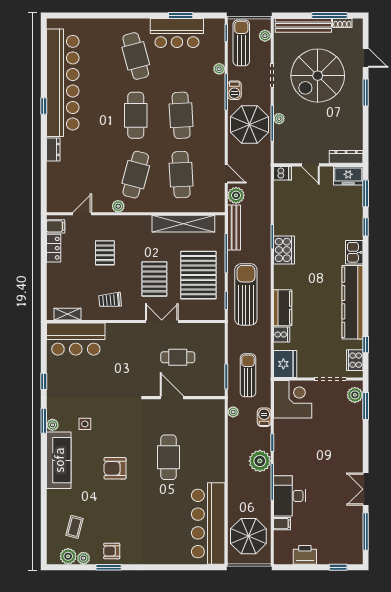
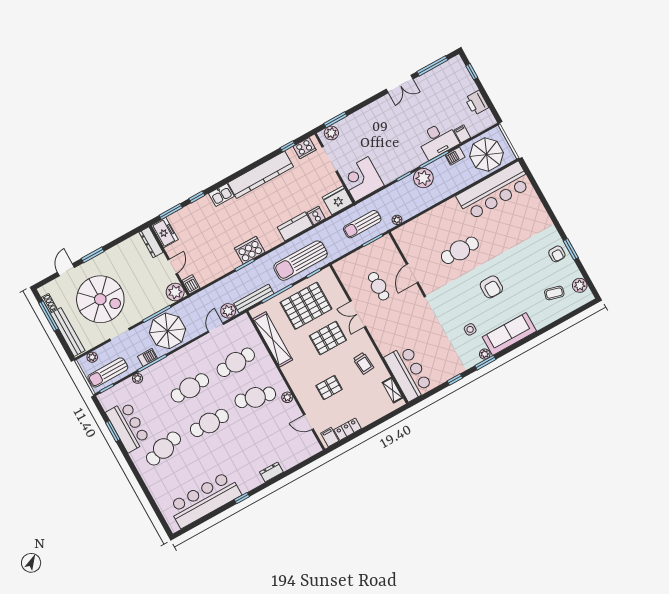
bar counter: (63, 83) -> (205, 500), width x0.73
plant: (279, 119) -> (175, 292), moved, width x1.88, depth x1.88
barbecue: (264, 417) -> (455, 156), moved
plant: (83, 558) -> (575, 273), removed

